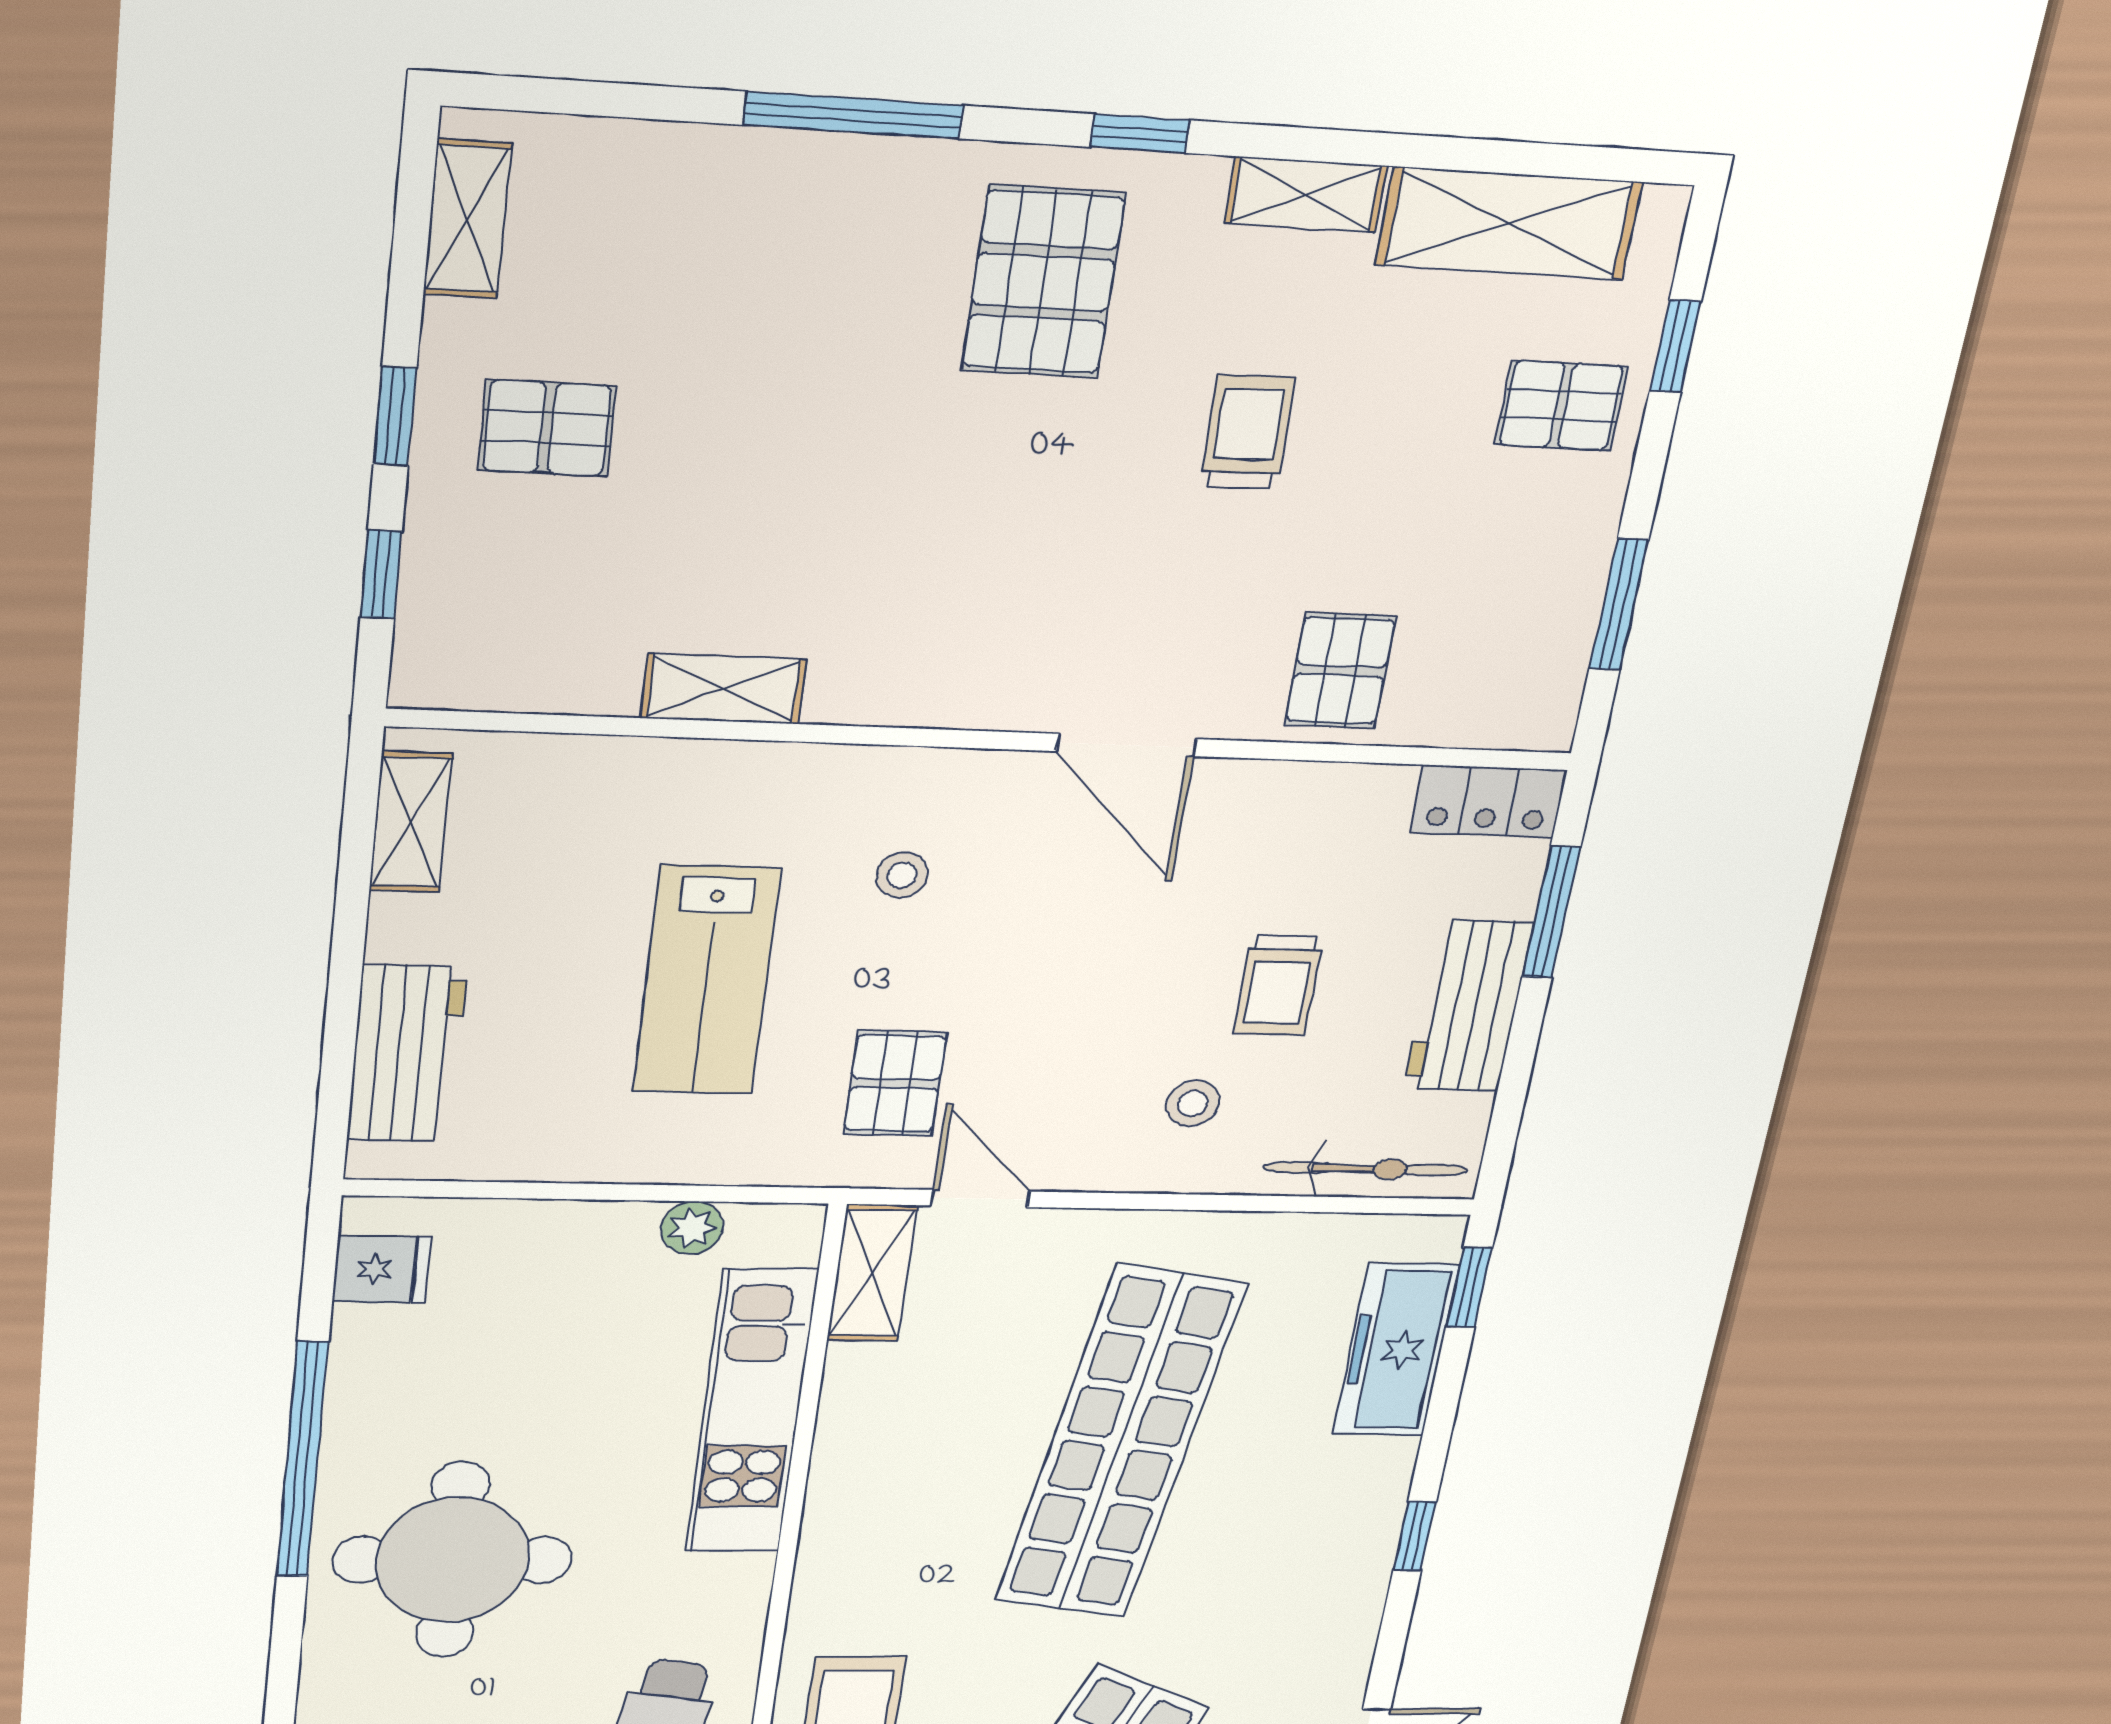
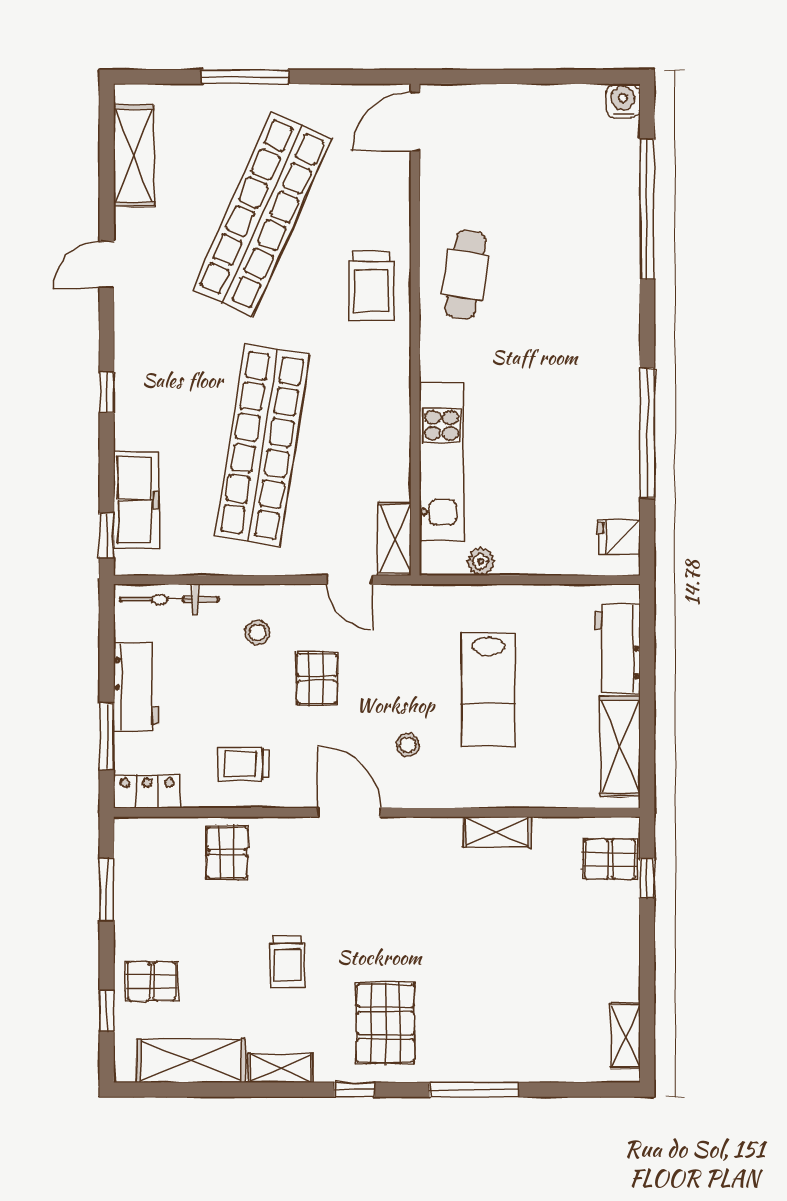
window: (395, 416) -> (647, 949), removed
pallet: (547, 428) -> (610, 859), moved
door: (1126, 745) -> (349, 812), moved
shelving: (411, 822) -> (620, 746), width x1.50, depth x1.33
lab bench: (707, 981) -> (488, 690), turned 180
trolley: (1278, 985) -> (244, 764), moved, turned -90
pallet: (895, 1083) -> (317, 678), moved
round table: (452, 1560) -> (573, 377), removed

